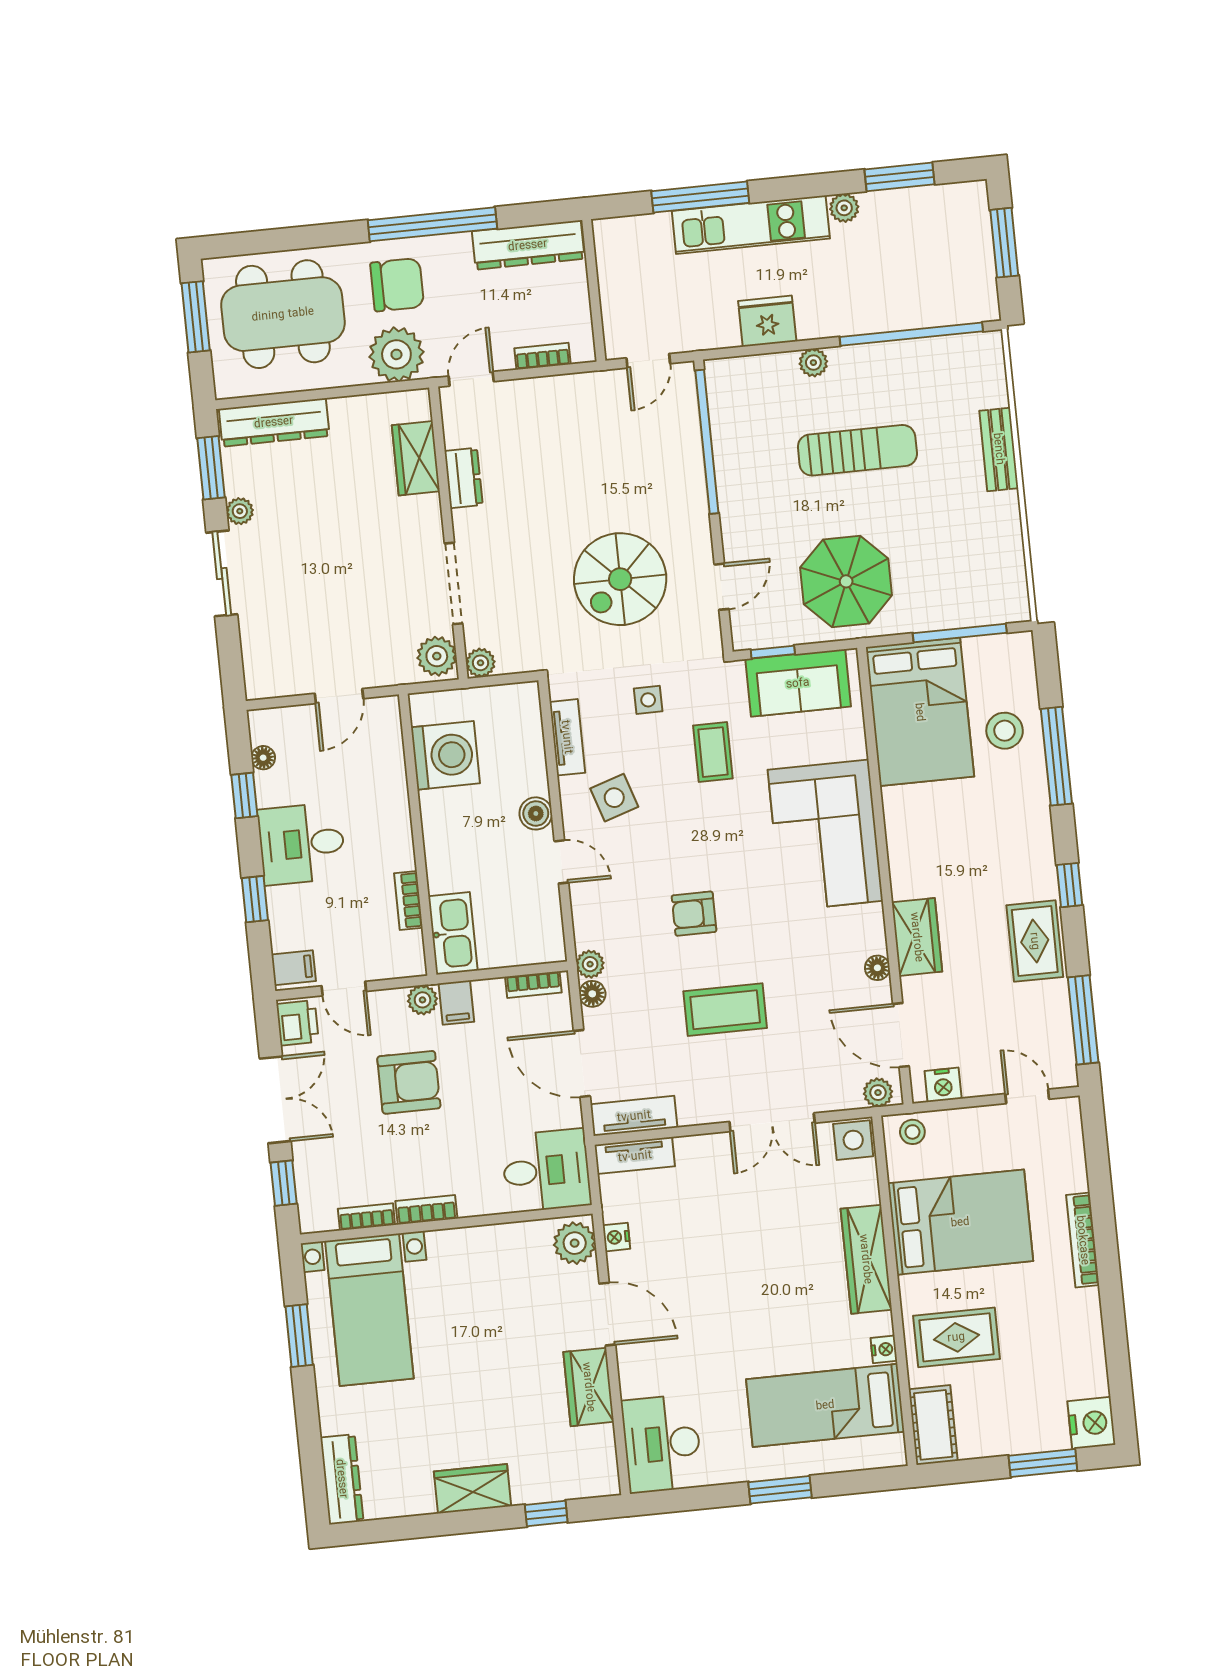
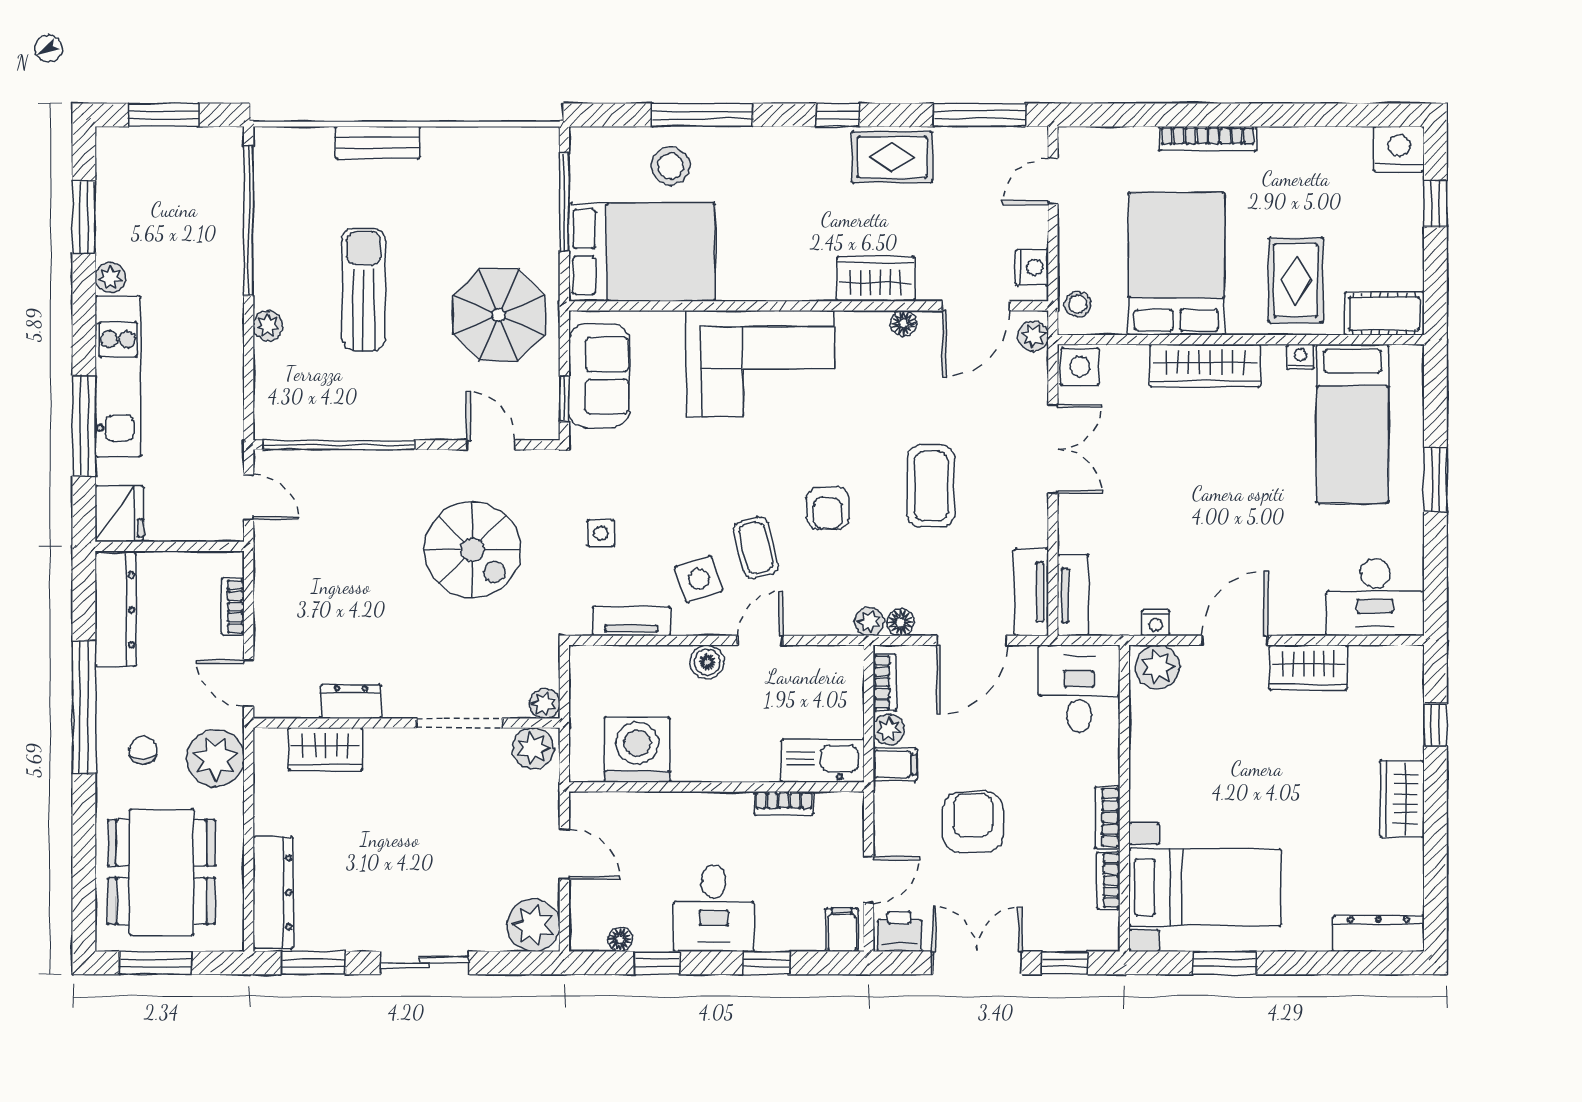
chair: (397, 285) -> (143, 750), width x0.54, depth x0.54
fridge: (767, 321) -> (119, 514), moved, turned 180
plant: (240, 511) -> (533, 925), moved, width x1.88, depth x1.88
coffee table: (713, 752) -> (756, 548), moved, turned 76
plant: (422, 1000) -> (889, 729), moved
window: (1043, 1463) -> (1435, 204), width x0.67

